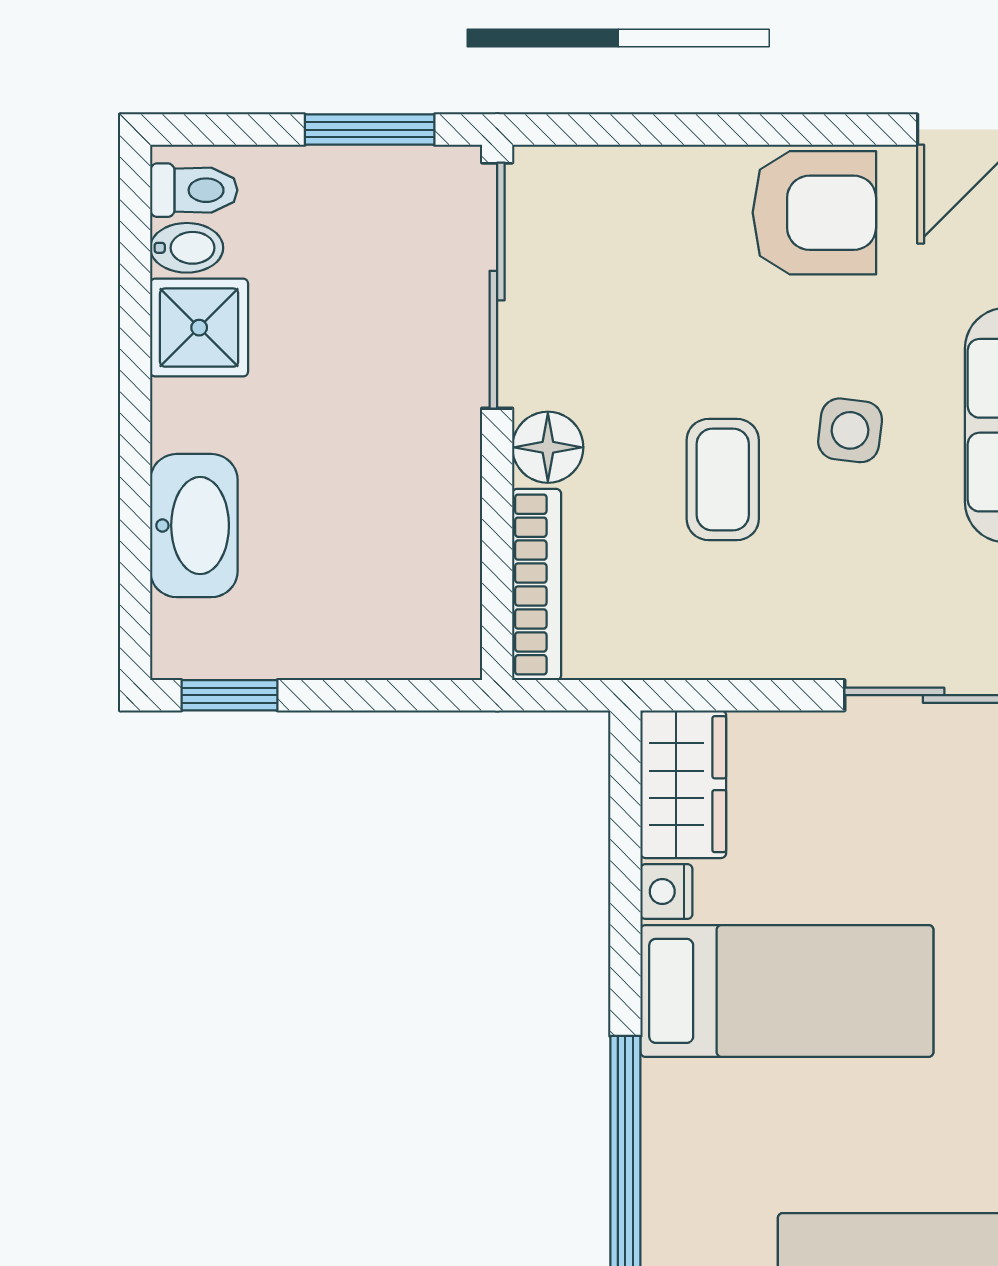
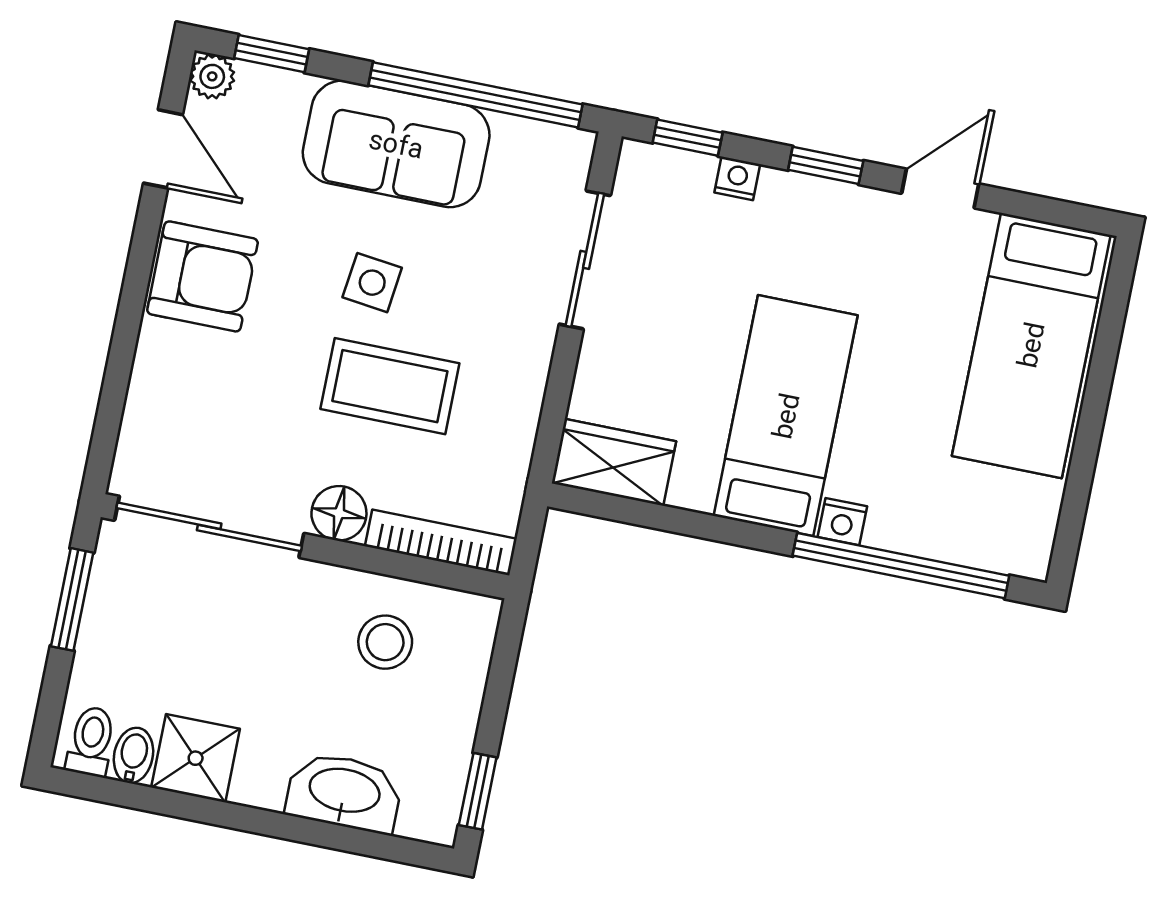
armchair: (814, 213) -> (203, 276), turned 90
coffee table: (723, 480) -> (390, 386), width x1.36, depth x1.30
stool: (396, 539) -> (385, 642), added
nightstand: (666, 892) -> (842, 522), moved

